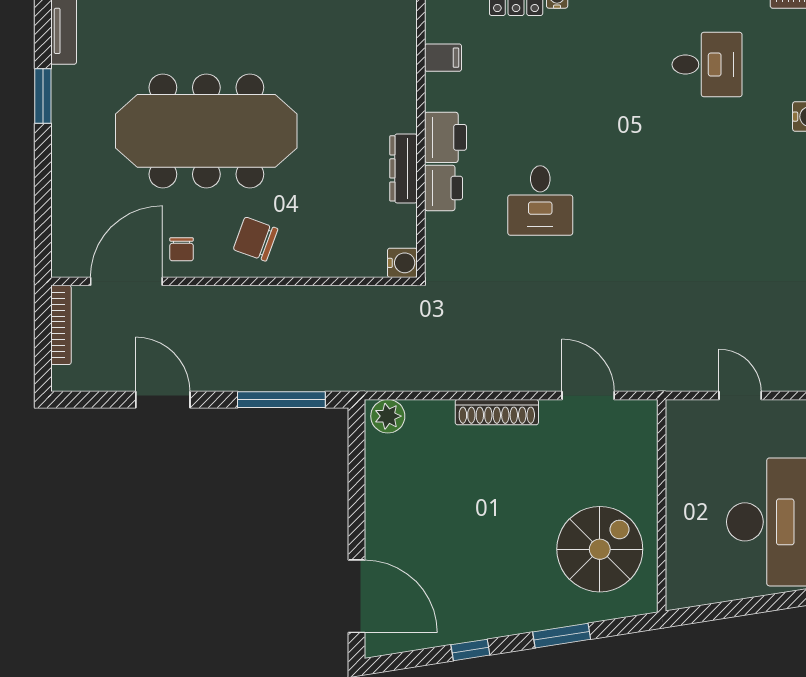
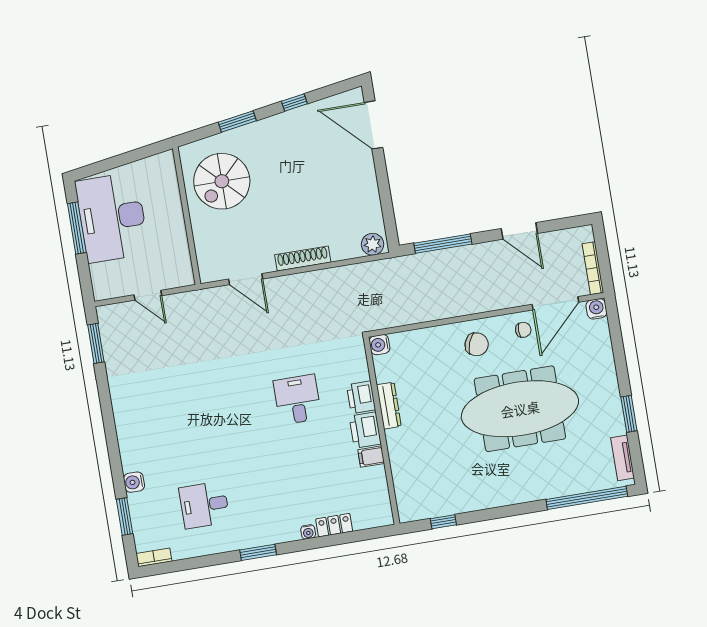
filing cabinet: (443, 58) -> (371, 457), moved
chair: (182, 249) -> (523, 330), turned 90
water cooler: (66, 263) -> (596, 309), added

